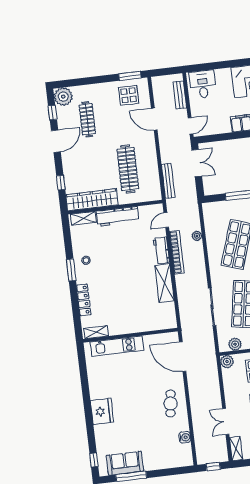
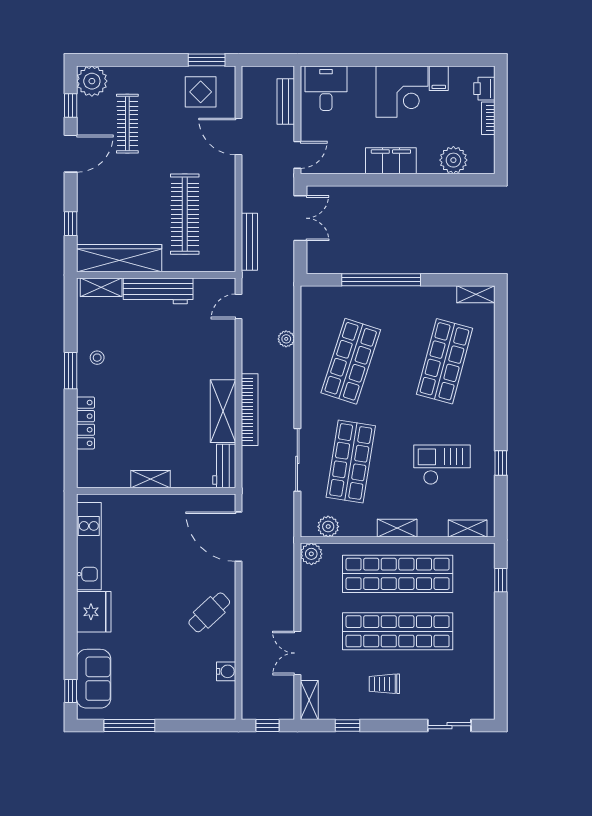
workbench: (161, 250) -> (224, 466), moved
bookcase: (177, 252) -> (250, 410), moved
shelving: (96, 332) -> (151, 479), moved
kitchen unit: (117, 346) -> (89, 546), moved, turned -90
cafe table: (171, 404) -> (209, 612), turned 40
sofa: (125, 463) -> (94, 679), moved, turned 90

